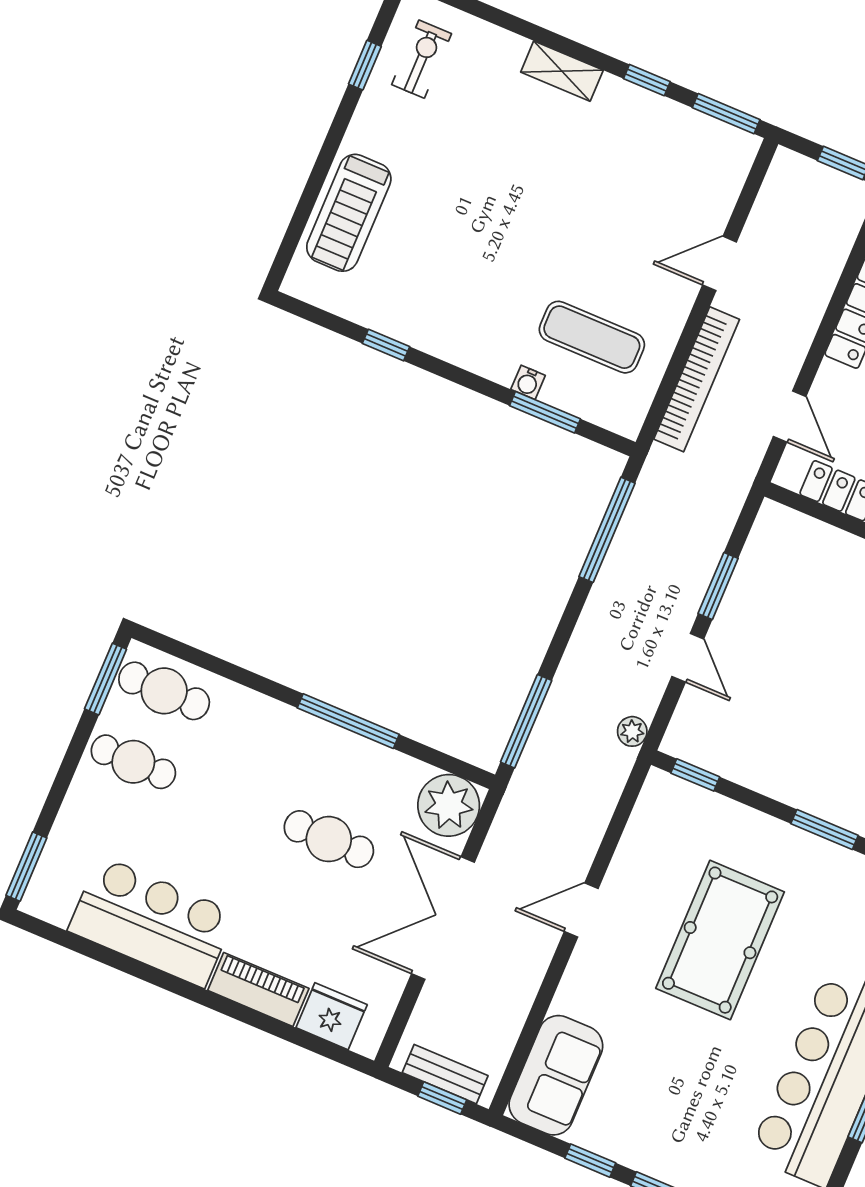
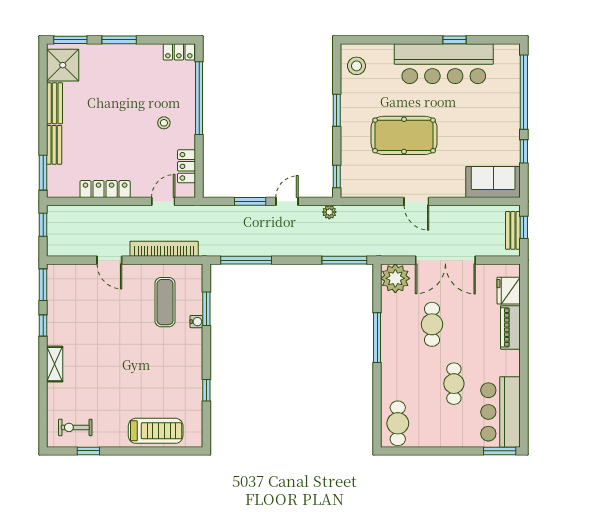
window: (106, 679) -> (403, 451), removed
cafe table: (133, 762) -> (454, 384), moved
bar counter: (152, 922) -> (501, 412), moved

